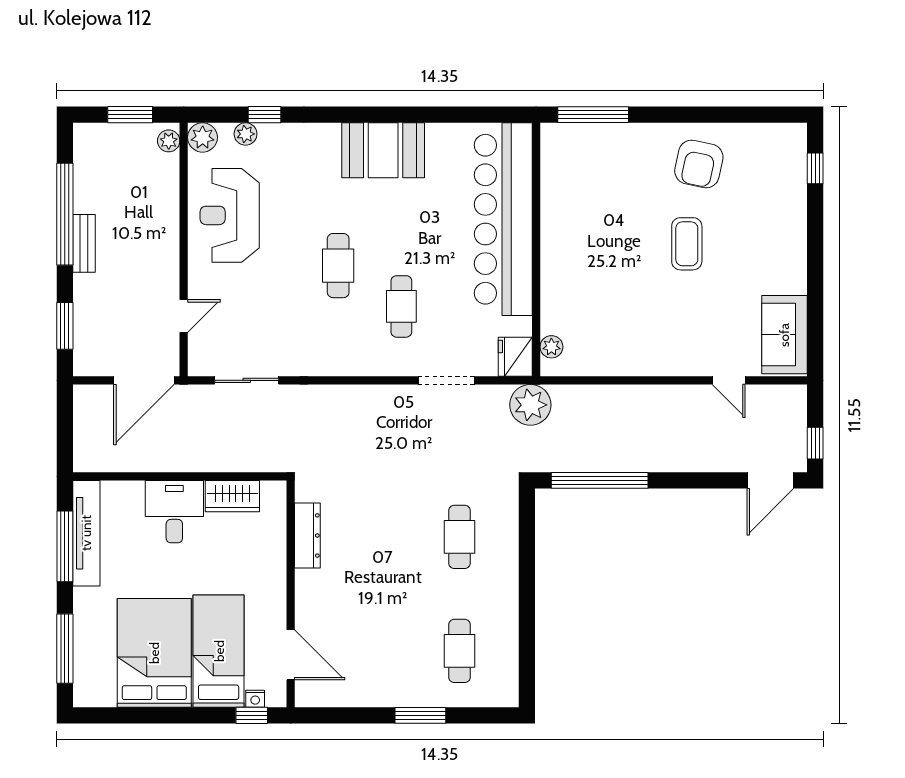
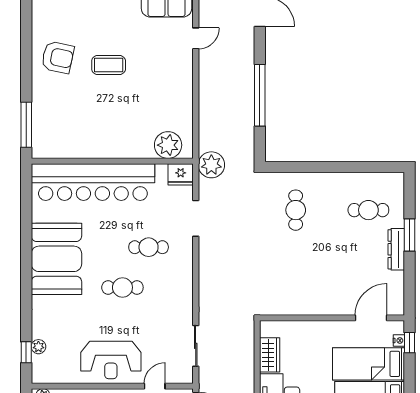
window: (264, 115) -> (26, 352), moved
plant: (203, 137) -> (41, 374), removed
booth: (383, 150) -> (56, 259), width x1.36, depth x1.42
reception desk: (230, 215) -> (111, 360), moved
door: (184, 316) -> (155, 386), hinge flipped
plant: (551, 347) -> (168, 145), width x1.88, depth x1.88
window: (600, 480) -> (260, 95), moved
dresser: (307, 536) -> (396, 249), moved, turned -90
cafe table: (460, 537) -> (296, 210), turned 90

